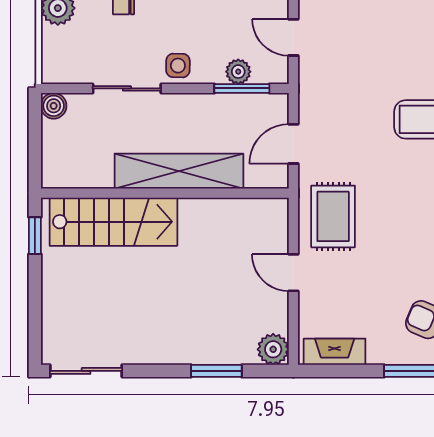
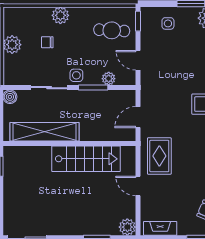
window: (242, 88) -> (93, 88), moved
shelving: (179, 171) -> (45, 132), moved
stairs: (113, 222) -> (86, 159), moved

